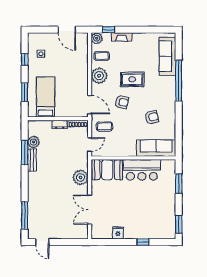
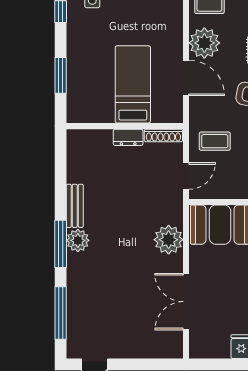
bed: (46, 97) -> (133, 84), moved
door: (90, 105) -> (186, 78), moved
plant: (34, 142) -> (78, 240), moved
window: (25, 153) -> (61, 244), moved

